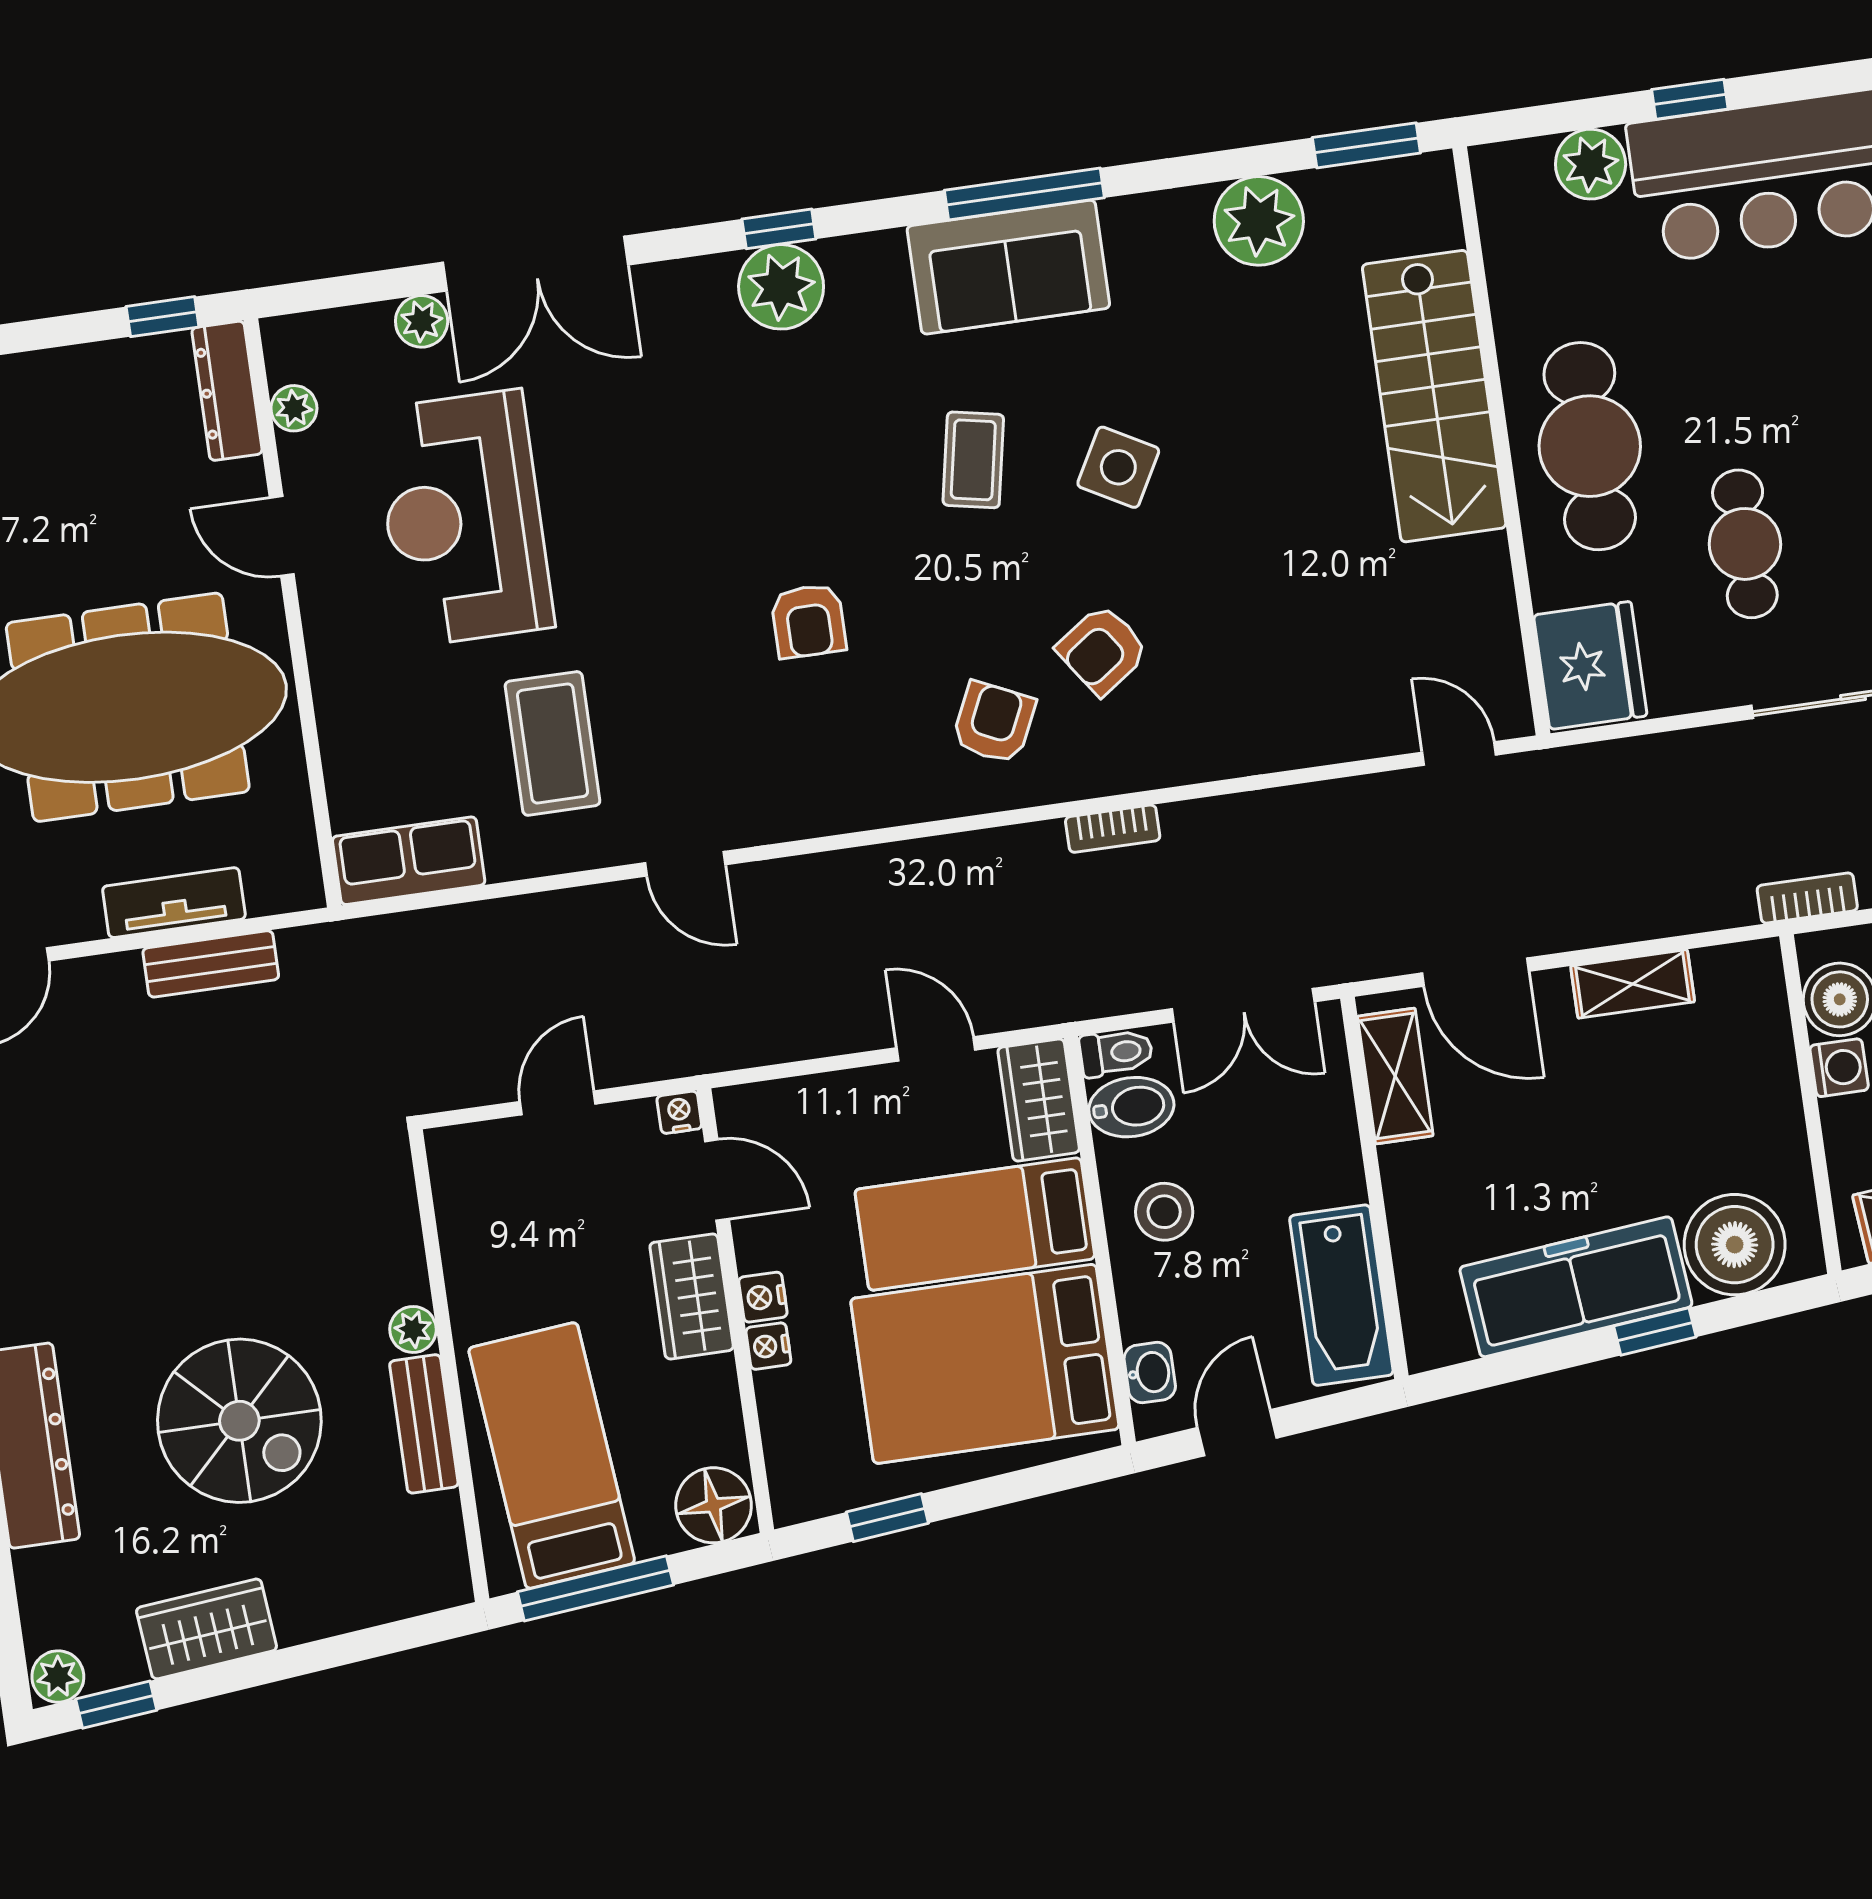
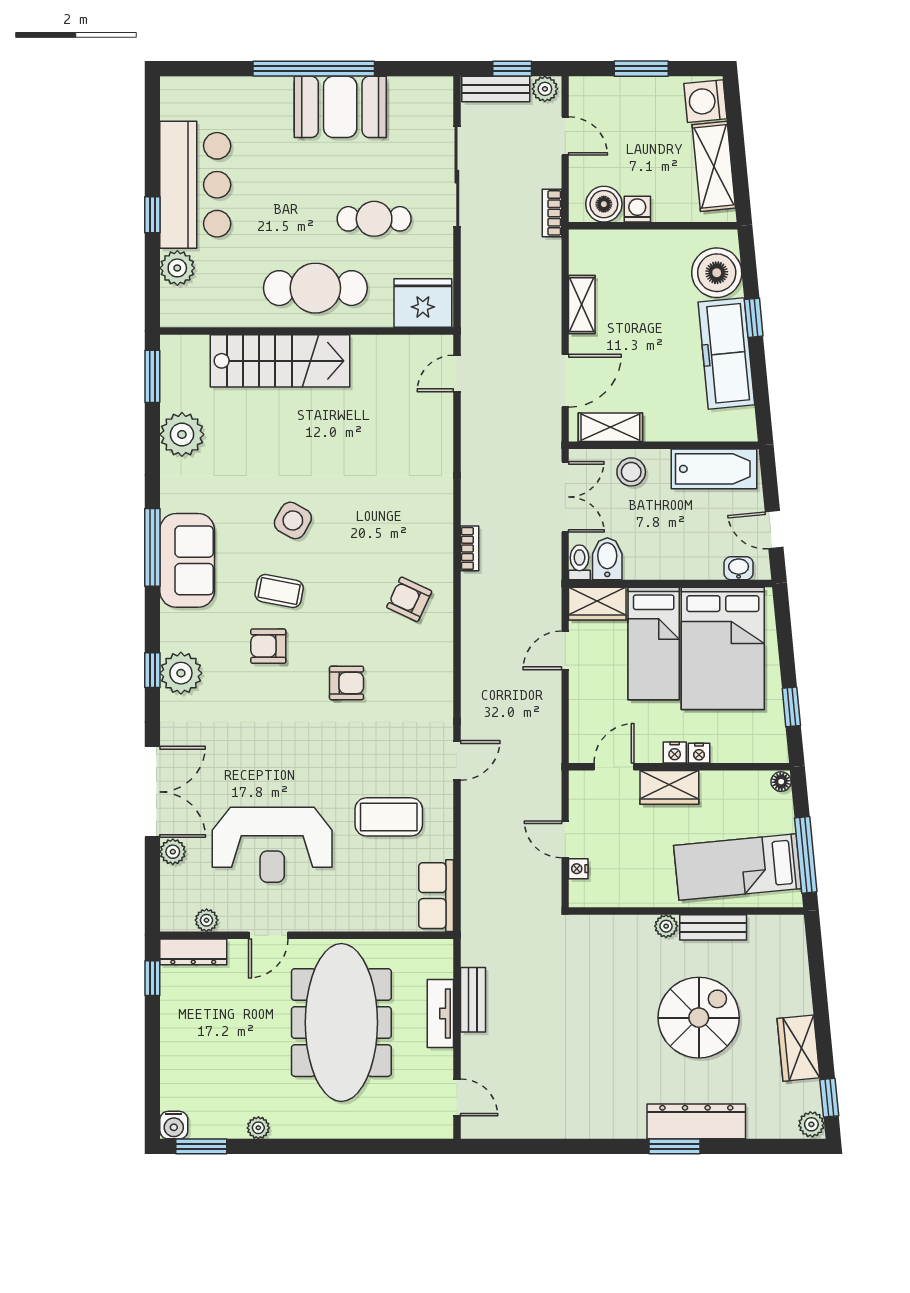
armchair: (1102, 650) -> (268, 646), moved, turned 125
nightstand: (679, 1112) -> (578, 869), moved
stool: (1164, 1212) -> (631, 472), moved
floor lamp: (714, 1505) -> (781, 782), width x0.53, depth x0.53

